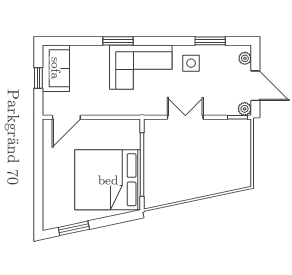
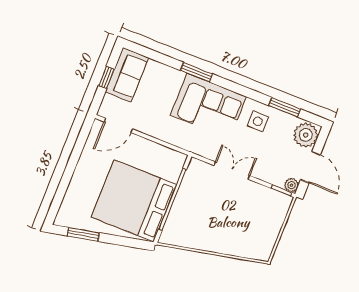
plant: (245, 58) -> (306, 135), width x1.87, depth x1.87

